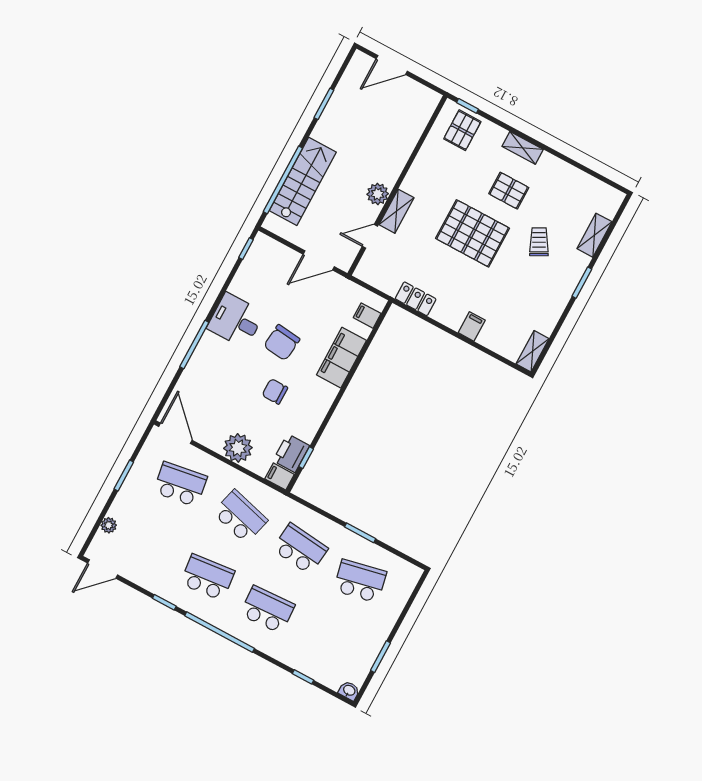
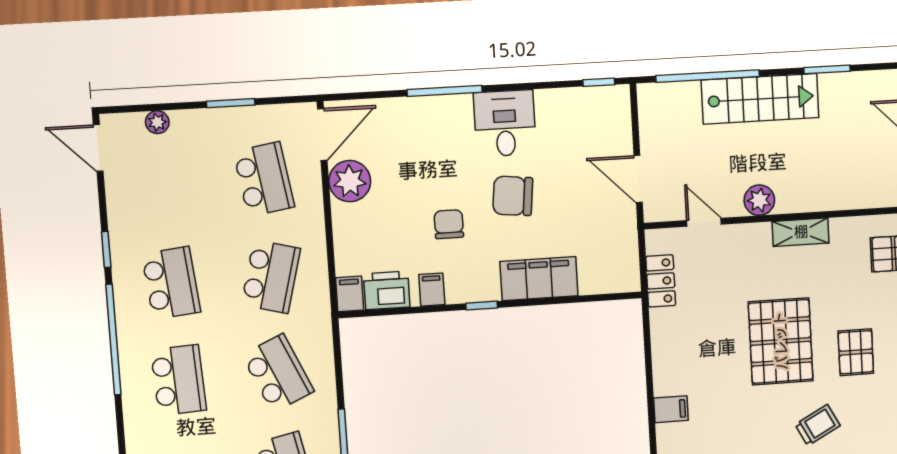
stairs: (303, 181) -> (760, 99), moved
shelving: (396, 211) -> (801, 232), moved
locker: (416, 299) -> (661, 281), moved
filing cabinet: (367, 316) -> (432, 290), moved
plant: (238, 448) -> (350, 181), moved
window: (306, 458) -> (482, 306), moved
school desk: (300, 549) -> (278, 373), turned -30

